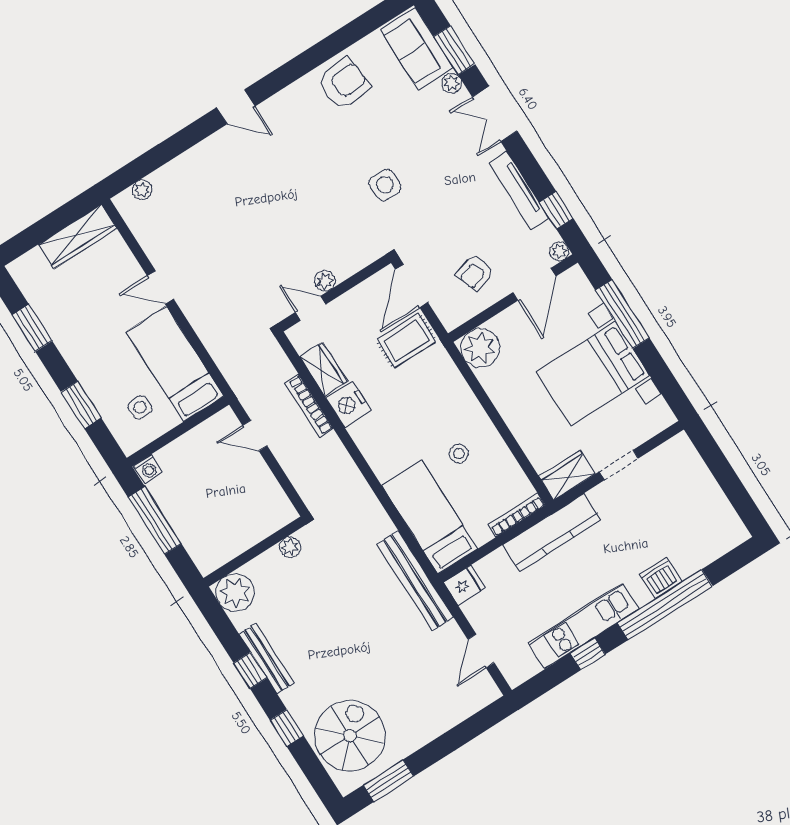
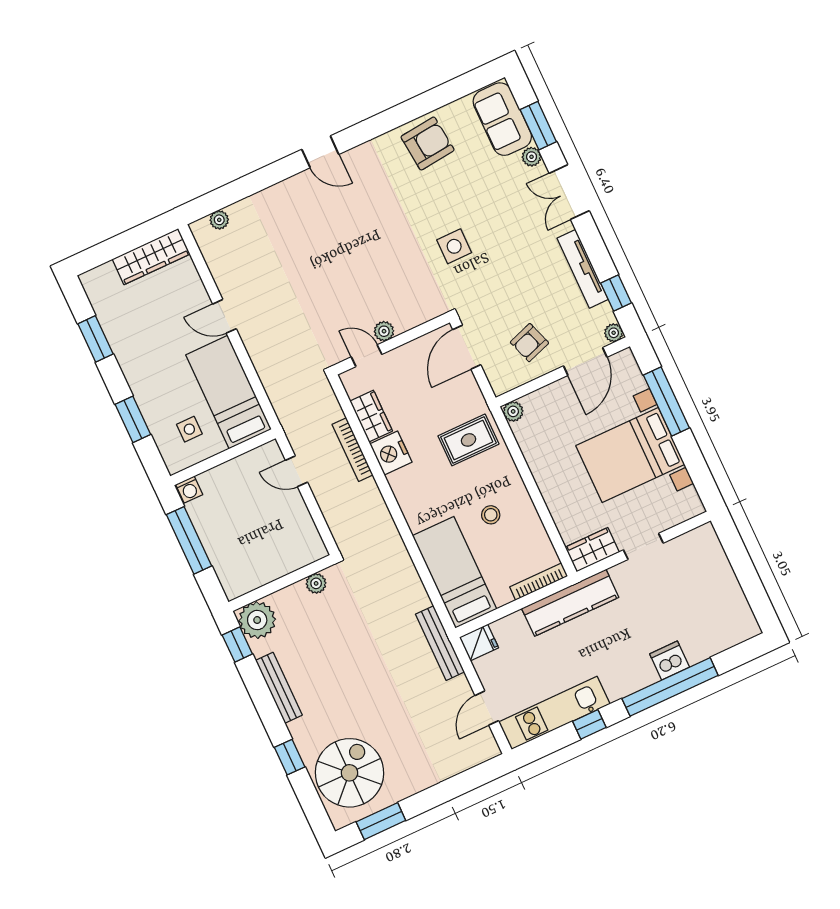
rug: (406, 341) -> (468, 440), moved
plant: (480, 348) -> (513, 411), width x0.53, depth x0.53
bench: (415, 581) -> (440, 643), width x0.73, depth x0.82
kitchen unit: (583, 626) -> (554, 713), moved
window: (250, 670) -> (237, 644), moved

